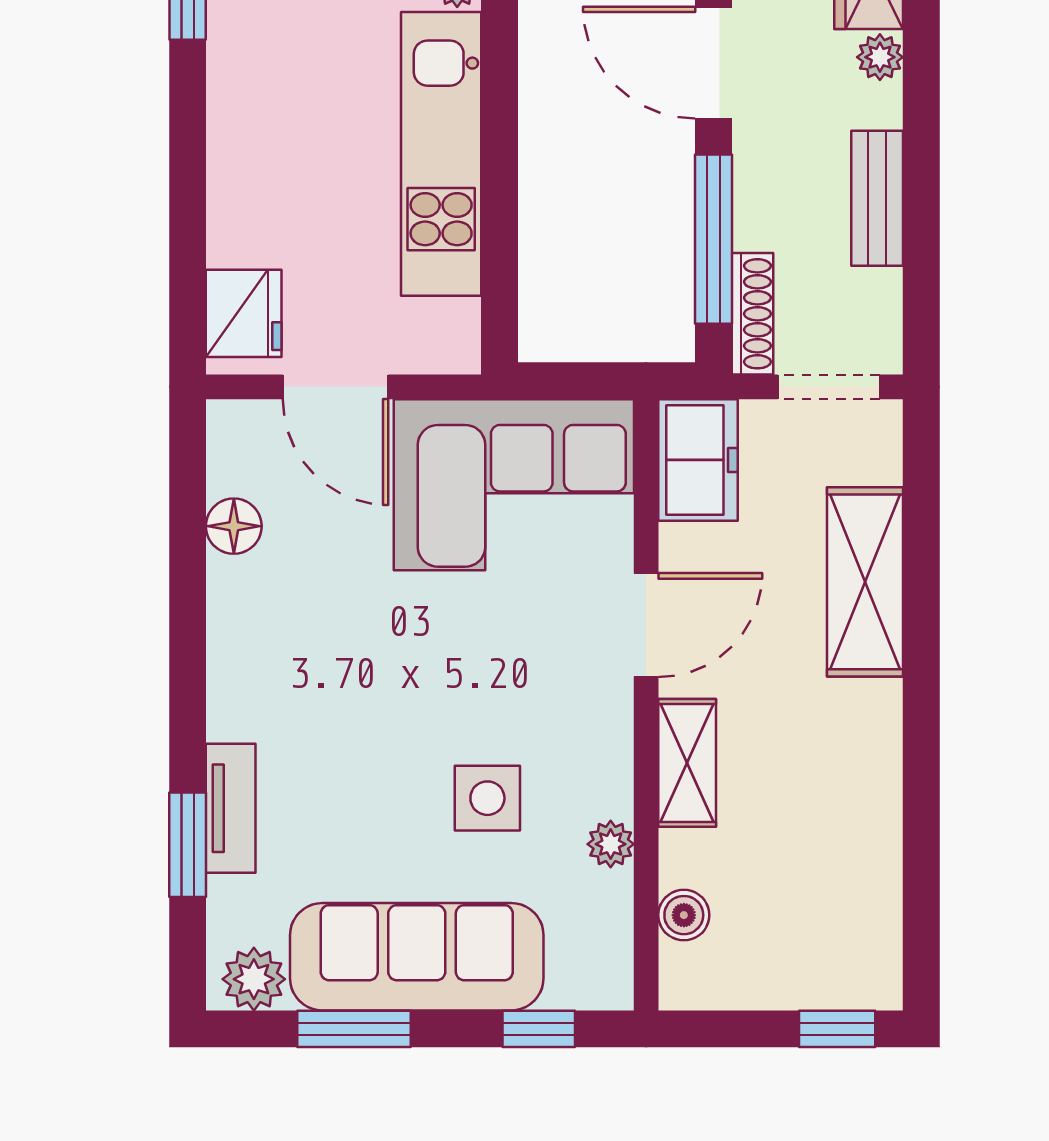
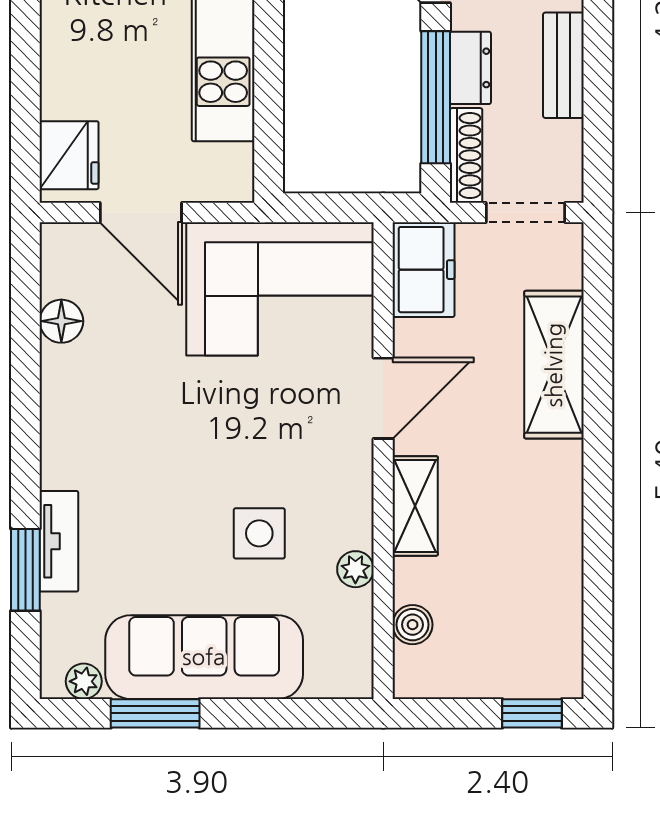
dresser: (758, 202) -> (470, 68), added
plant: (254, 979) -> (84, 681), width x0.73, depth x0.73
window: (539, 1029) -> (299, 713), removed

